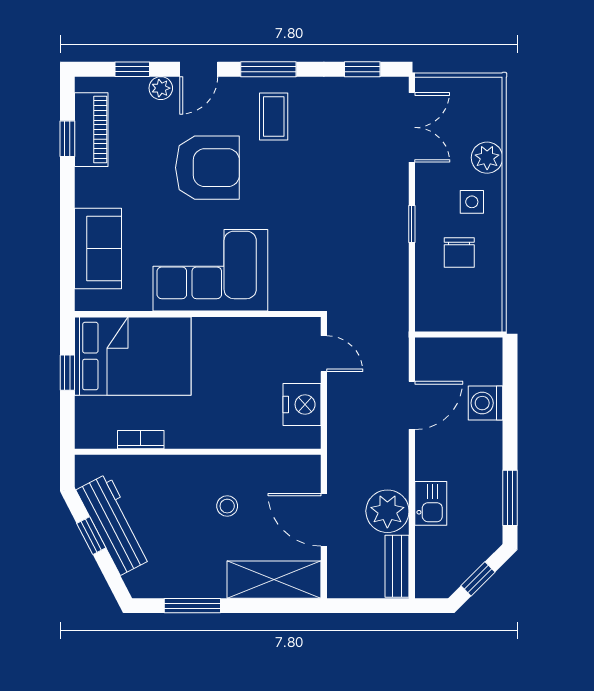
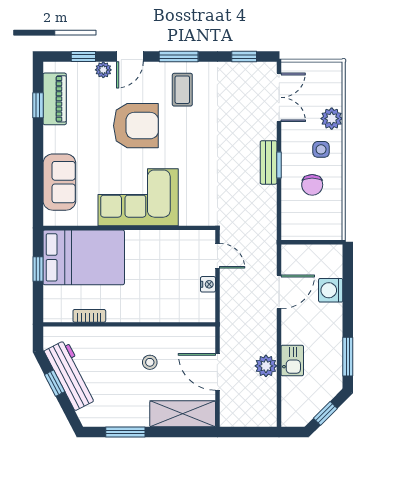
nightstand: (302, 404) -> (208, 284), width x0.53, depth x0.56
plant: (387, 511) -> (266, 366), width x0.73, depth x0.73
bench: (397, 566) -> (269, 162), moved

